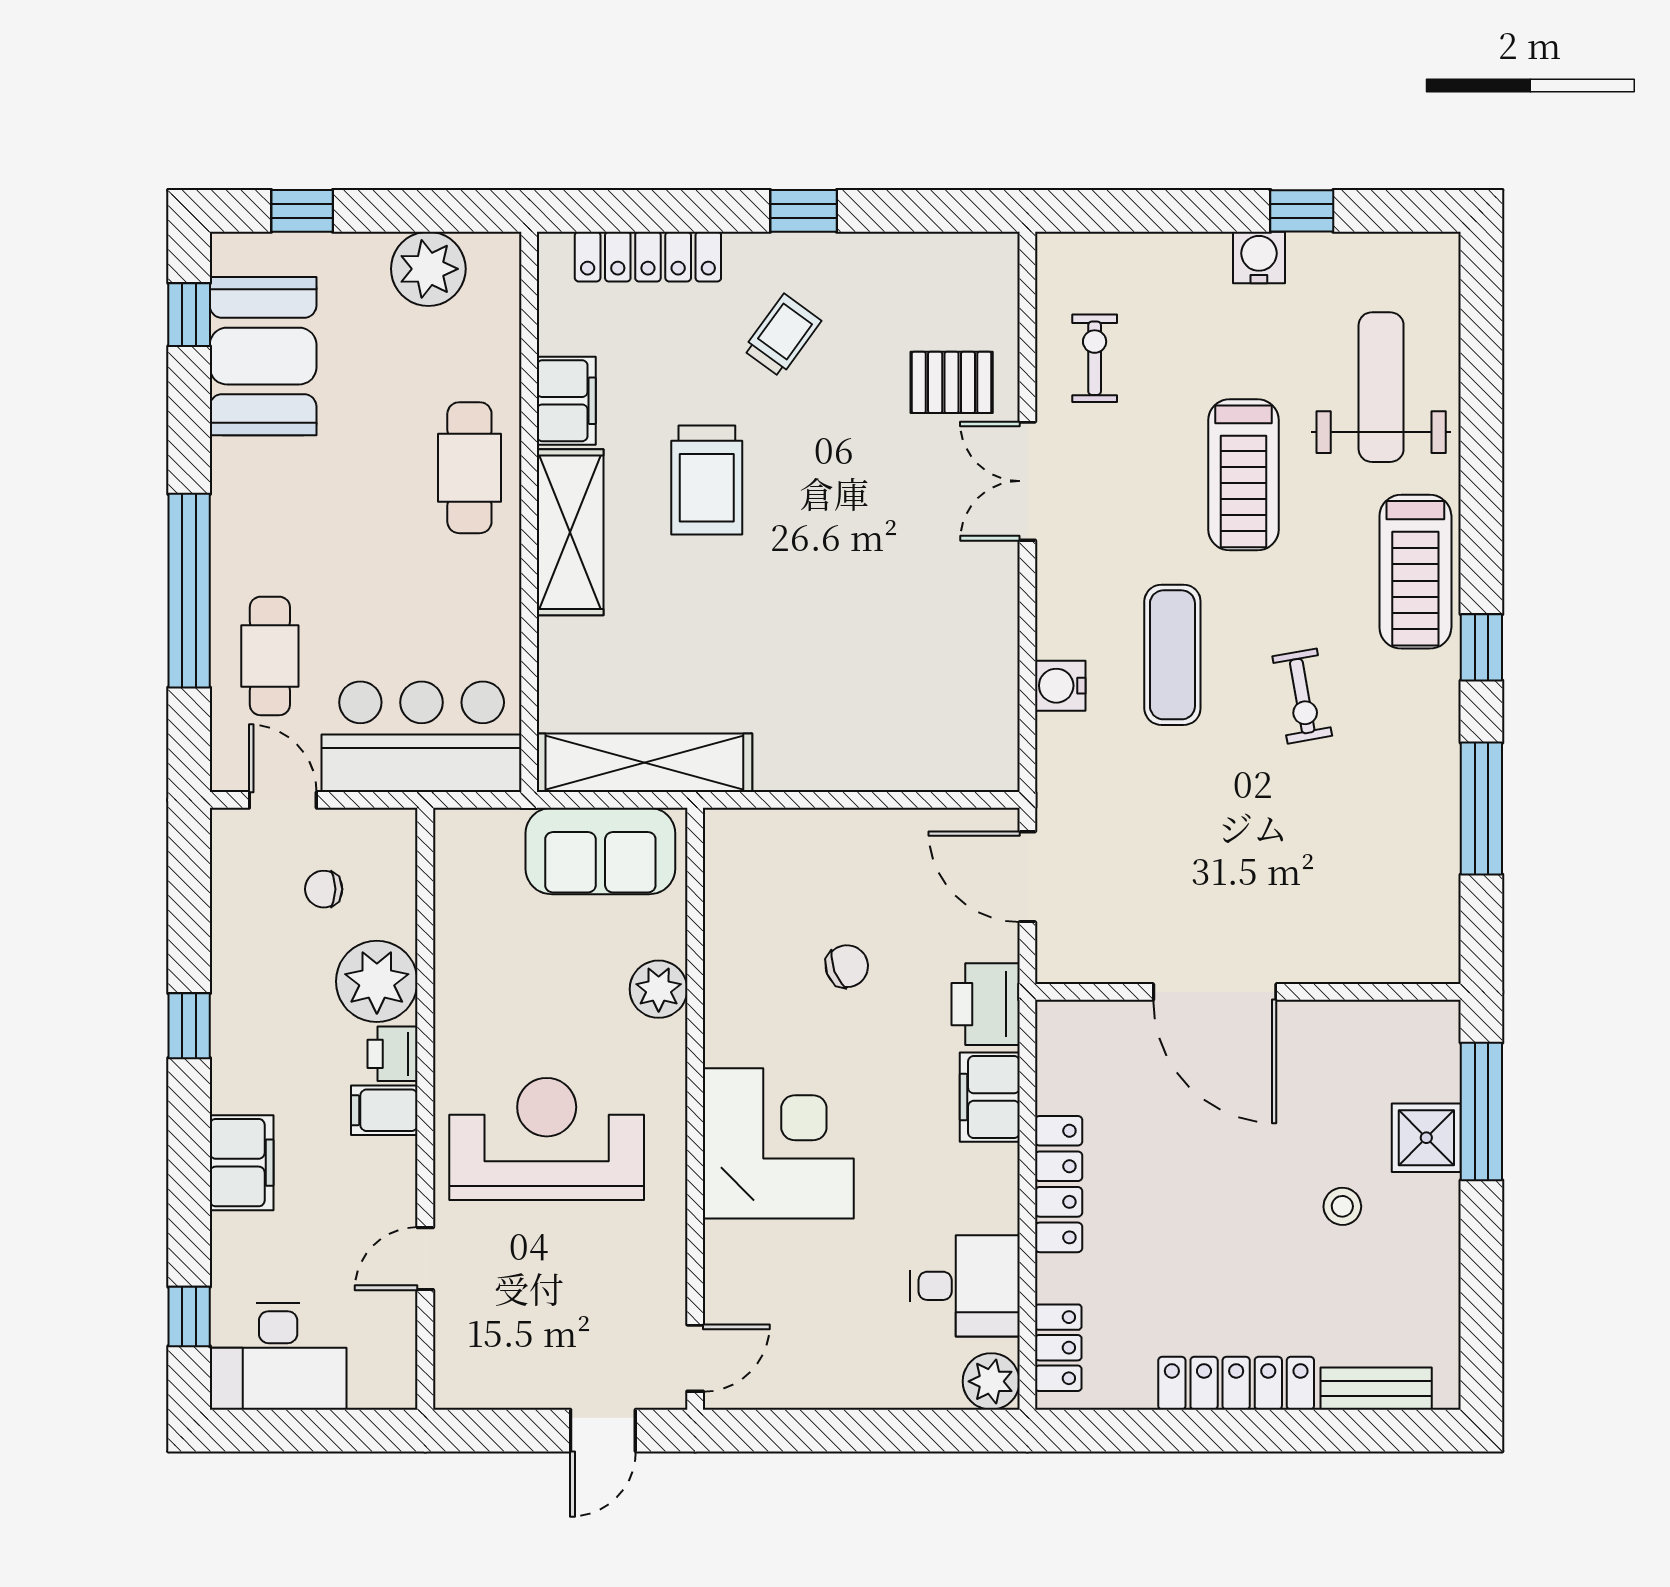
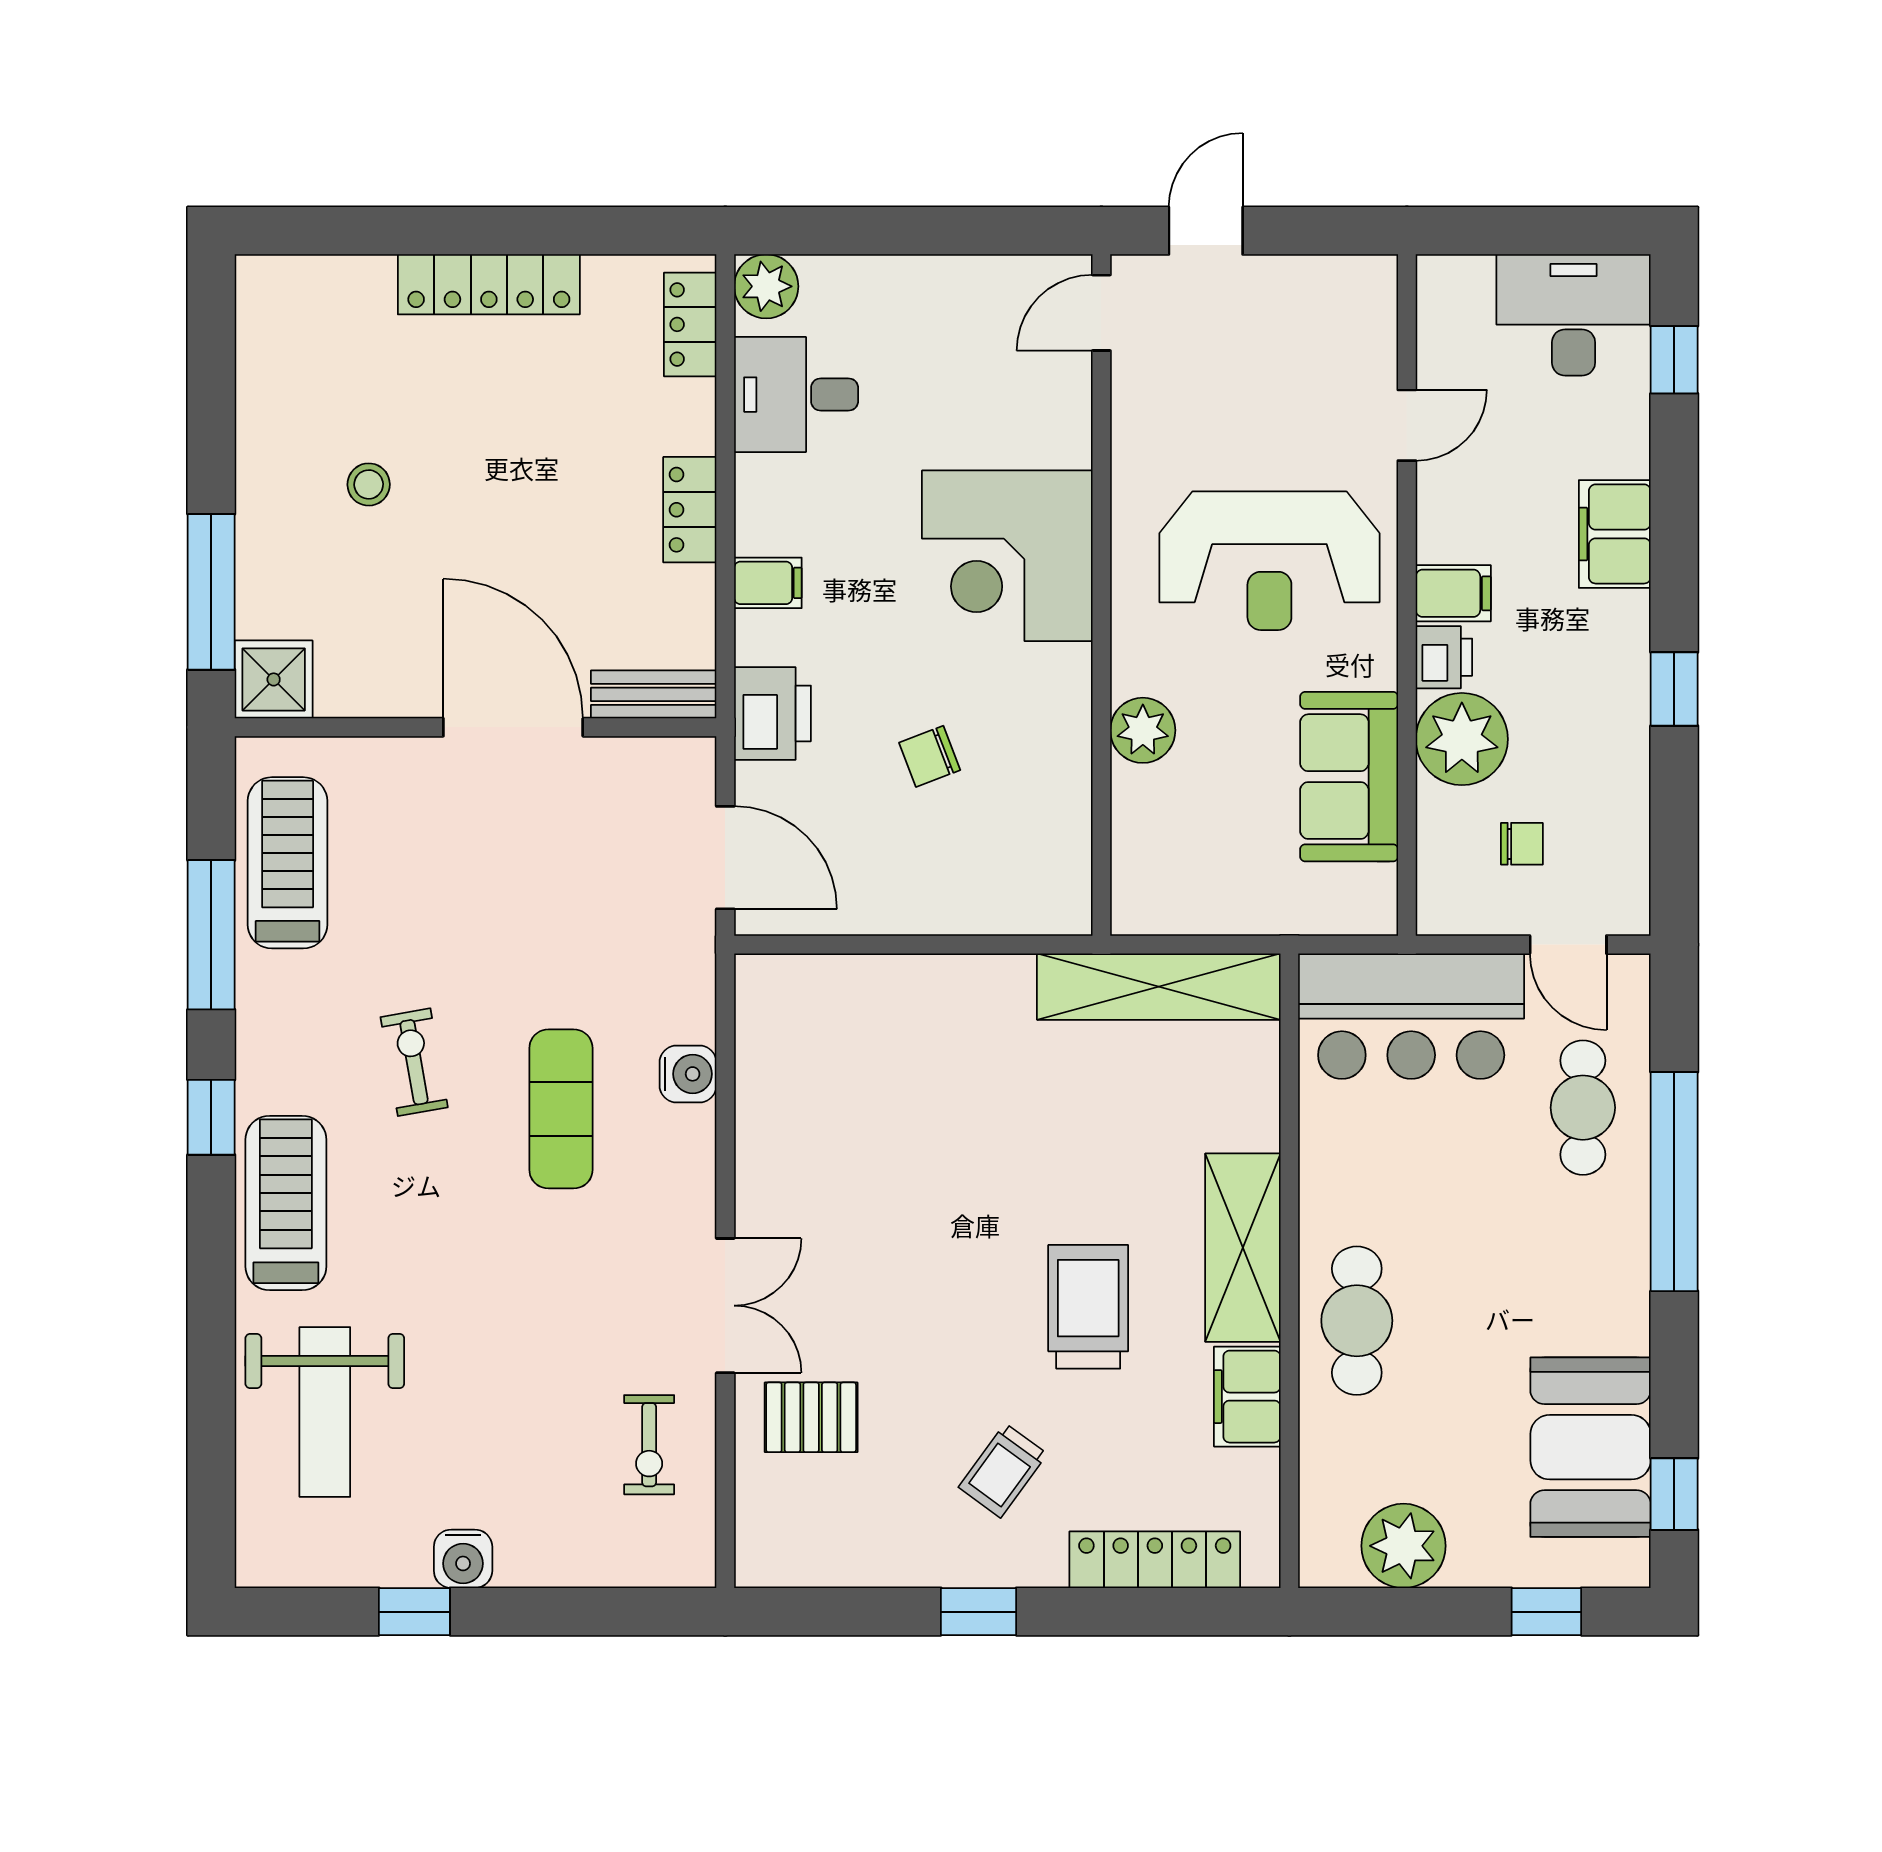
treadmill: (1244, 475) -> (288, 863), moved
sofa: (600, 851) -> (1349, 777), moved, turned -90
filing cabinet: (990, 1097) -> (768, 583), width x0.50
shower: (1426, 1138) -> (274, 679), moved
locker: (1059, 1184) -> (690, 510), width x0.66
bench: (1376, 1389) -> (654, 694), moved

